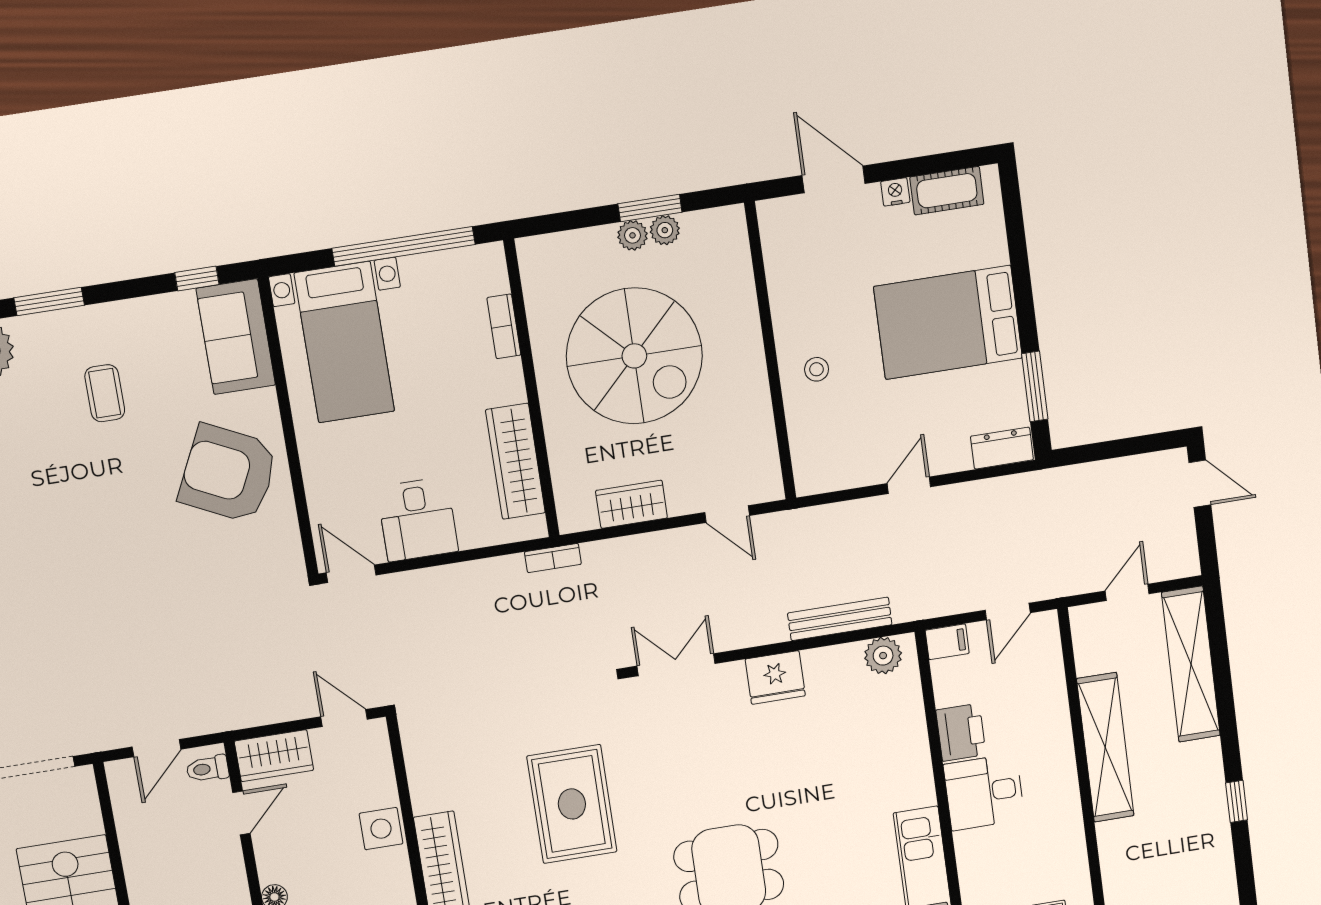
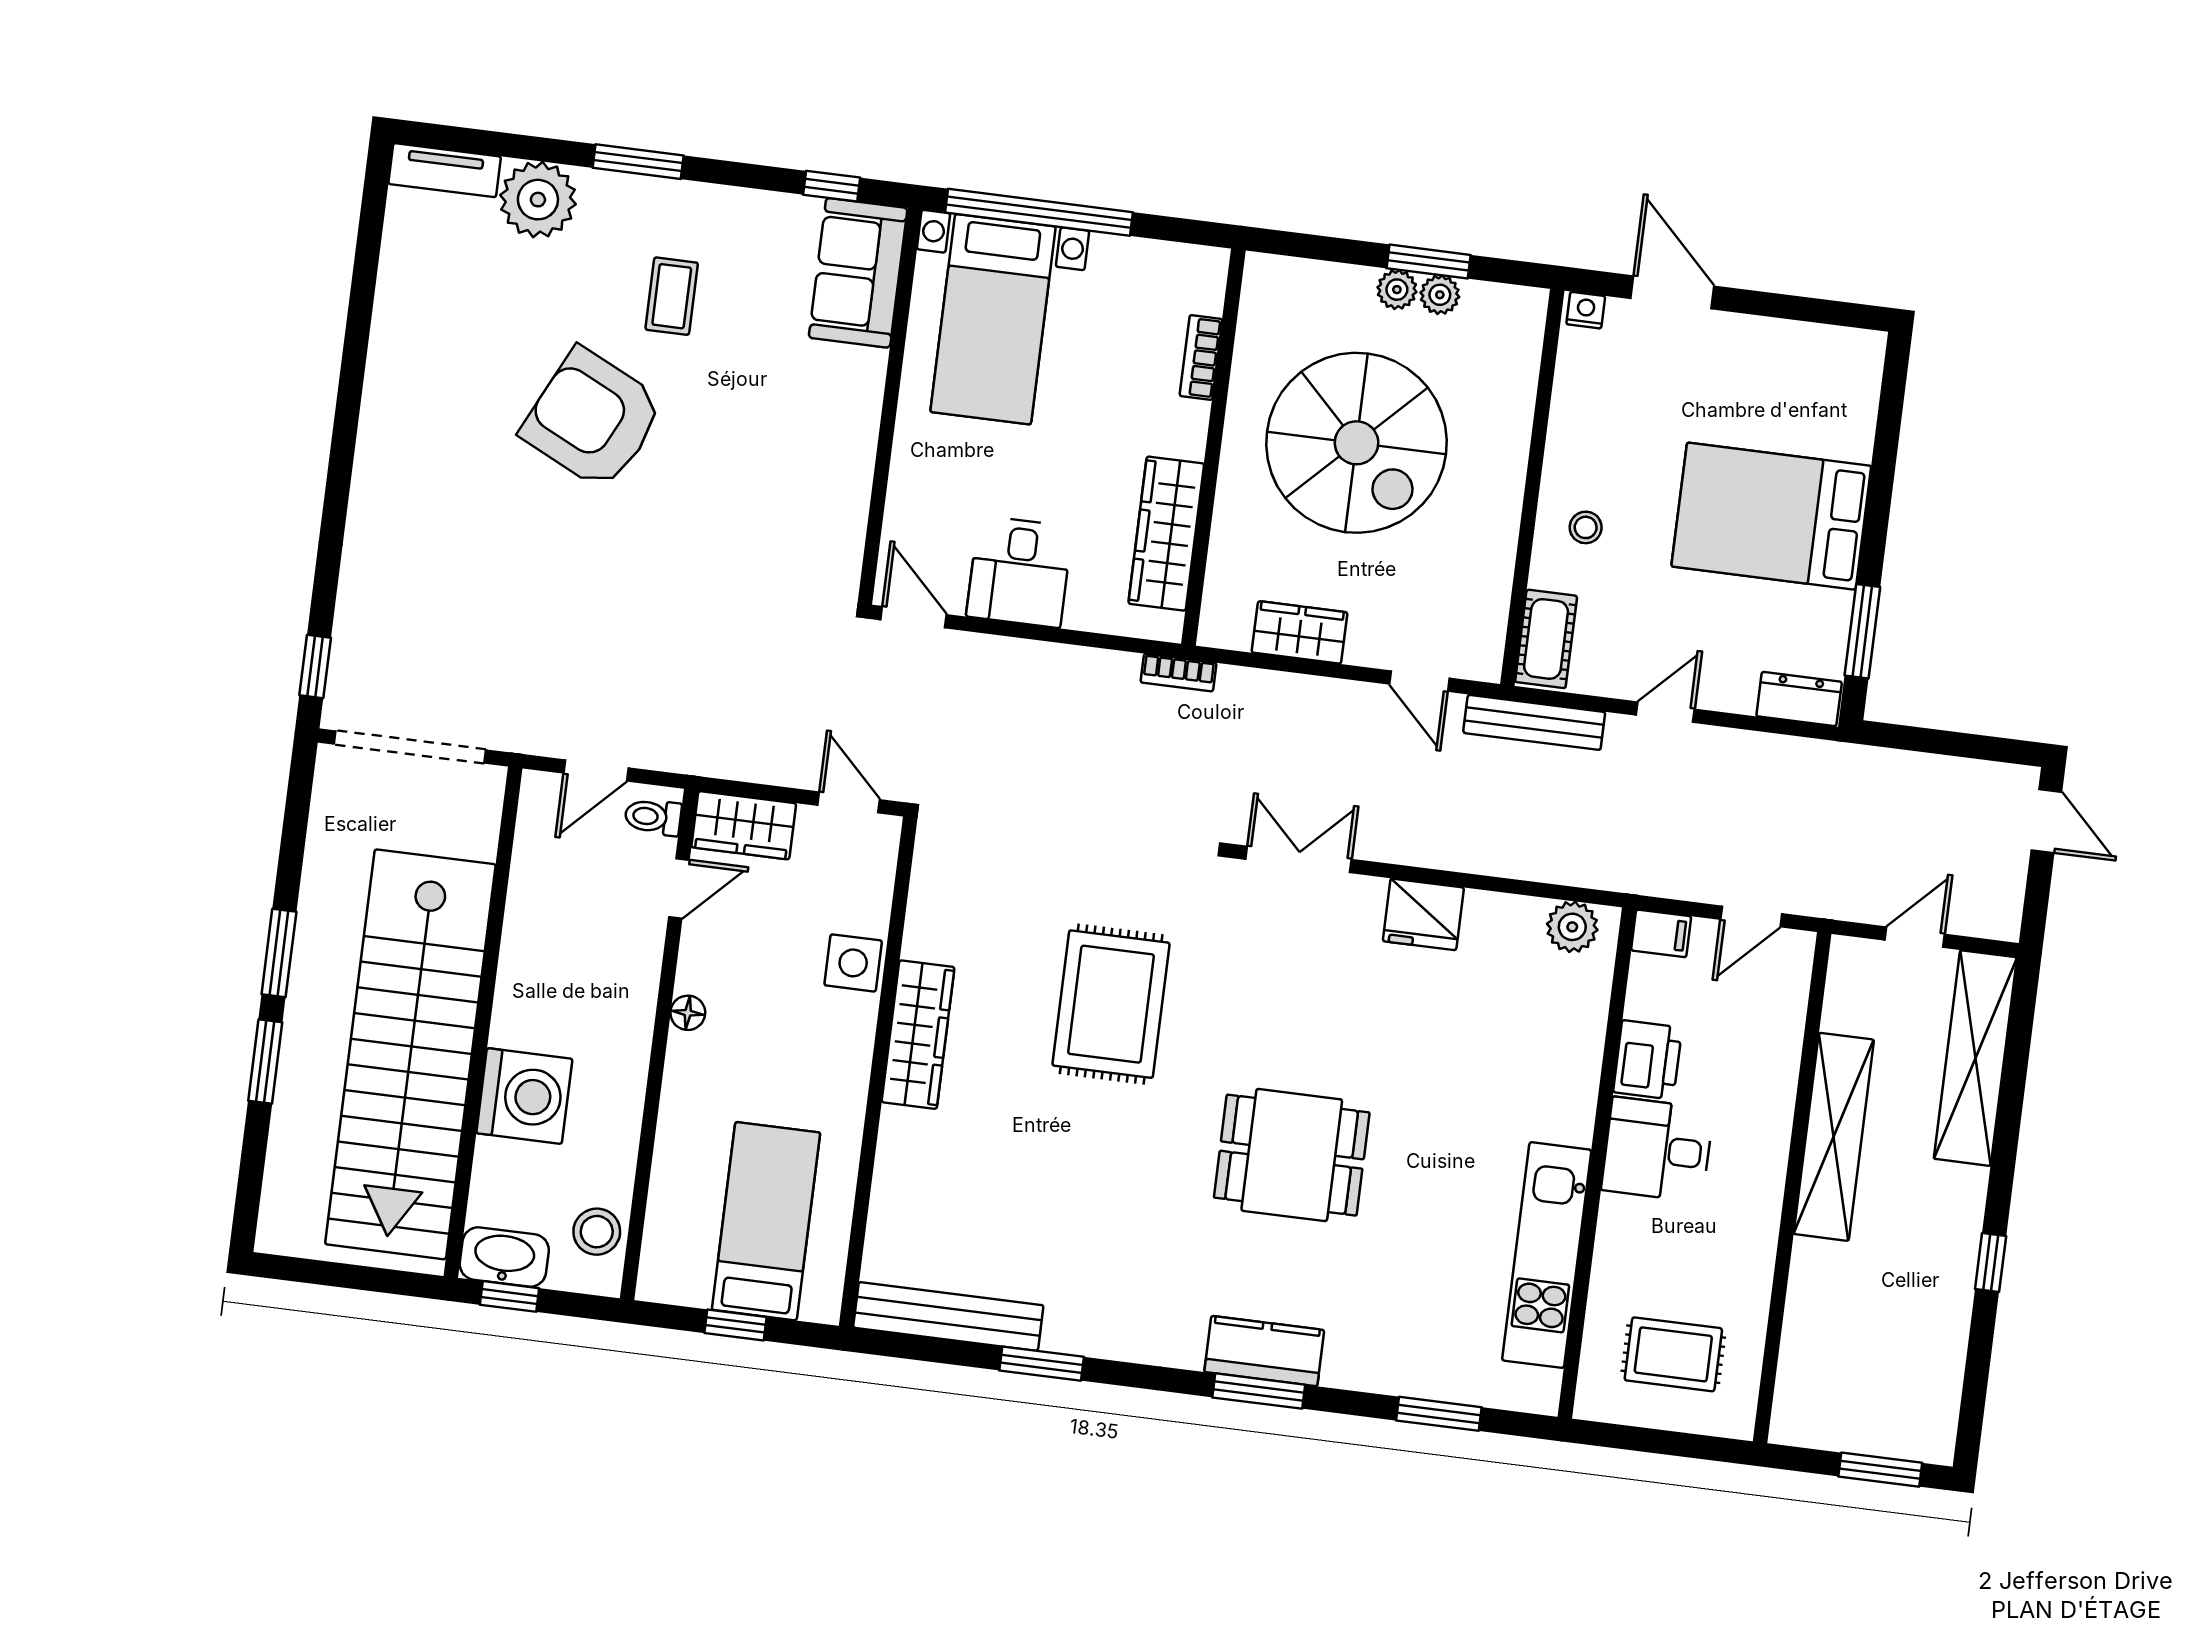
cot: (947, 191) -> (1546, 639), moved, turned 90
nightstand: (895, 192) -> (1586, 310), moved
window: (404, 246) -> (1039, 212), moved
armchair: (228, 474) -> (593, 419), moved
bench: (840, 619) -> (1534, 722), moved

